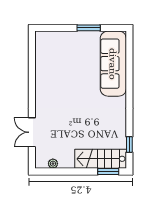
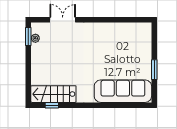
stairs: (101, 159) -> (53, 94), moved, turned -90
window: (108, 172) -> (28, 36), moved

